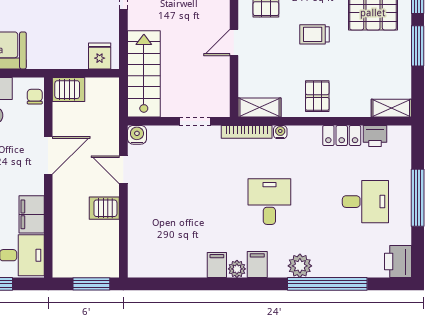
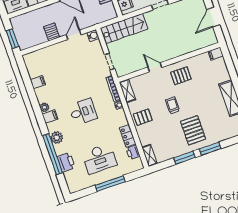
desk: (365, 202) -> (99, 159), width x1.37
printer: (398, 262) -> (66, 162), moved, turned 90
filing cabinet: (217, 265) -> (38, 82), moved

